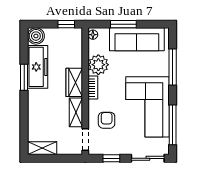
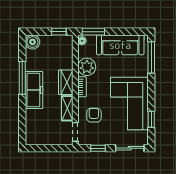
window: (123, 24) -> (93, 32), moved
freezer: (38, 67) -> (34, 90), moved
window: (173, 67) -> (151, 57), moved
window: (24, 77) -> (22, 78), width x1.44
window: (173, 125) -> (151, 119), width x0.46
shelving: (42, 148) -> (38, 139), removed

